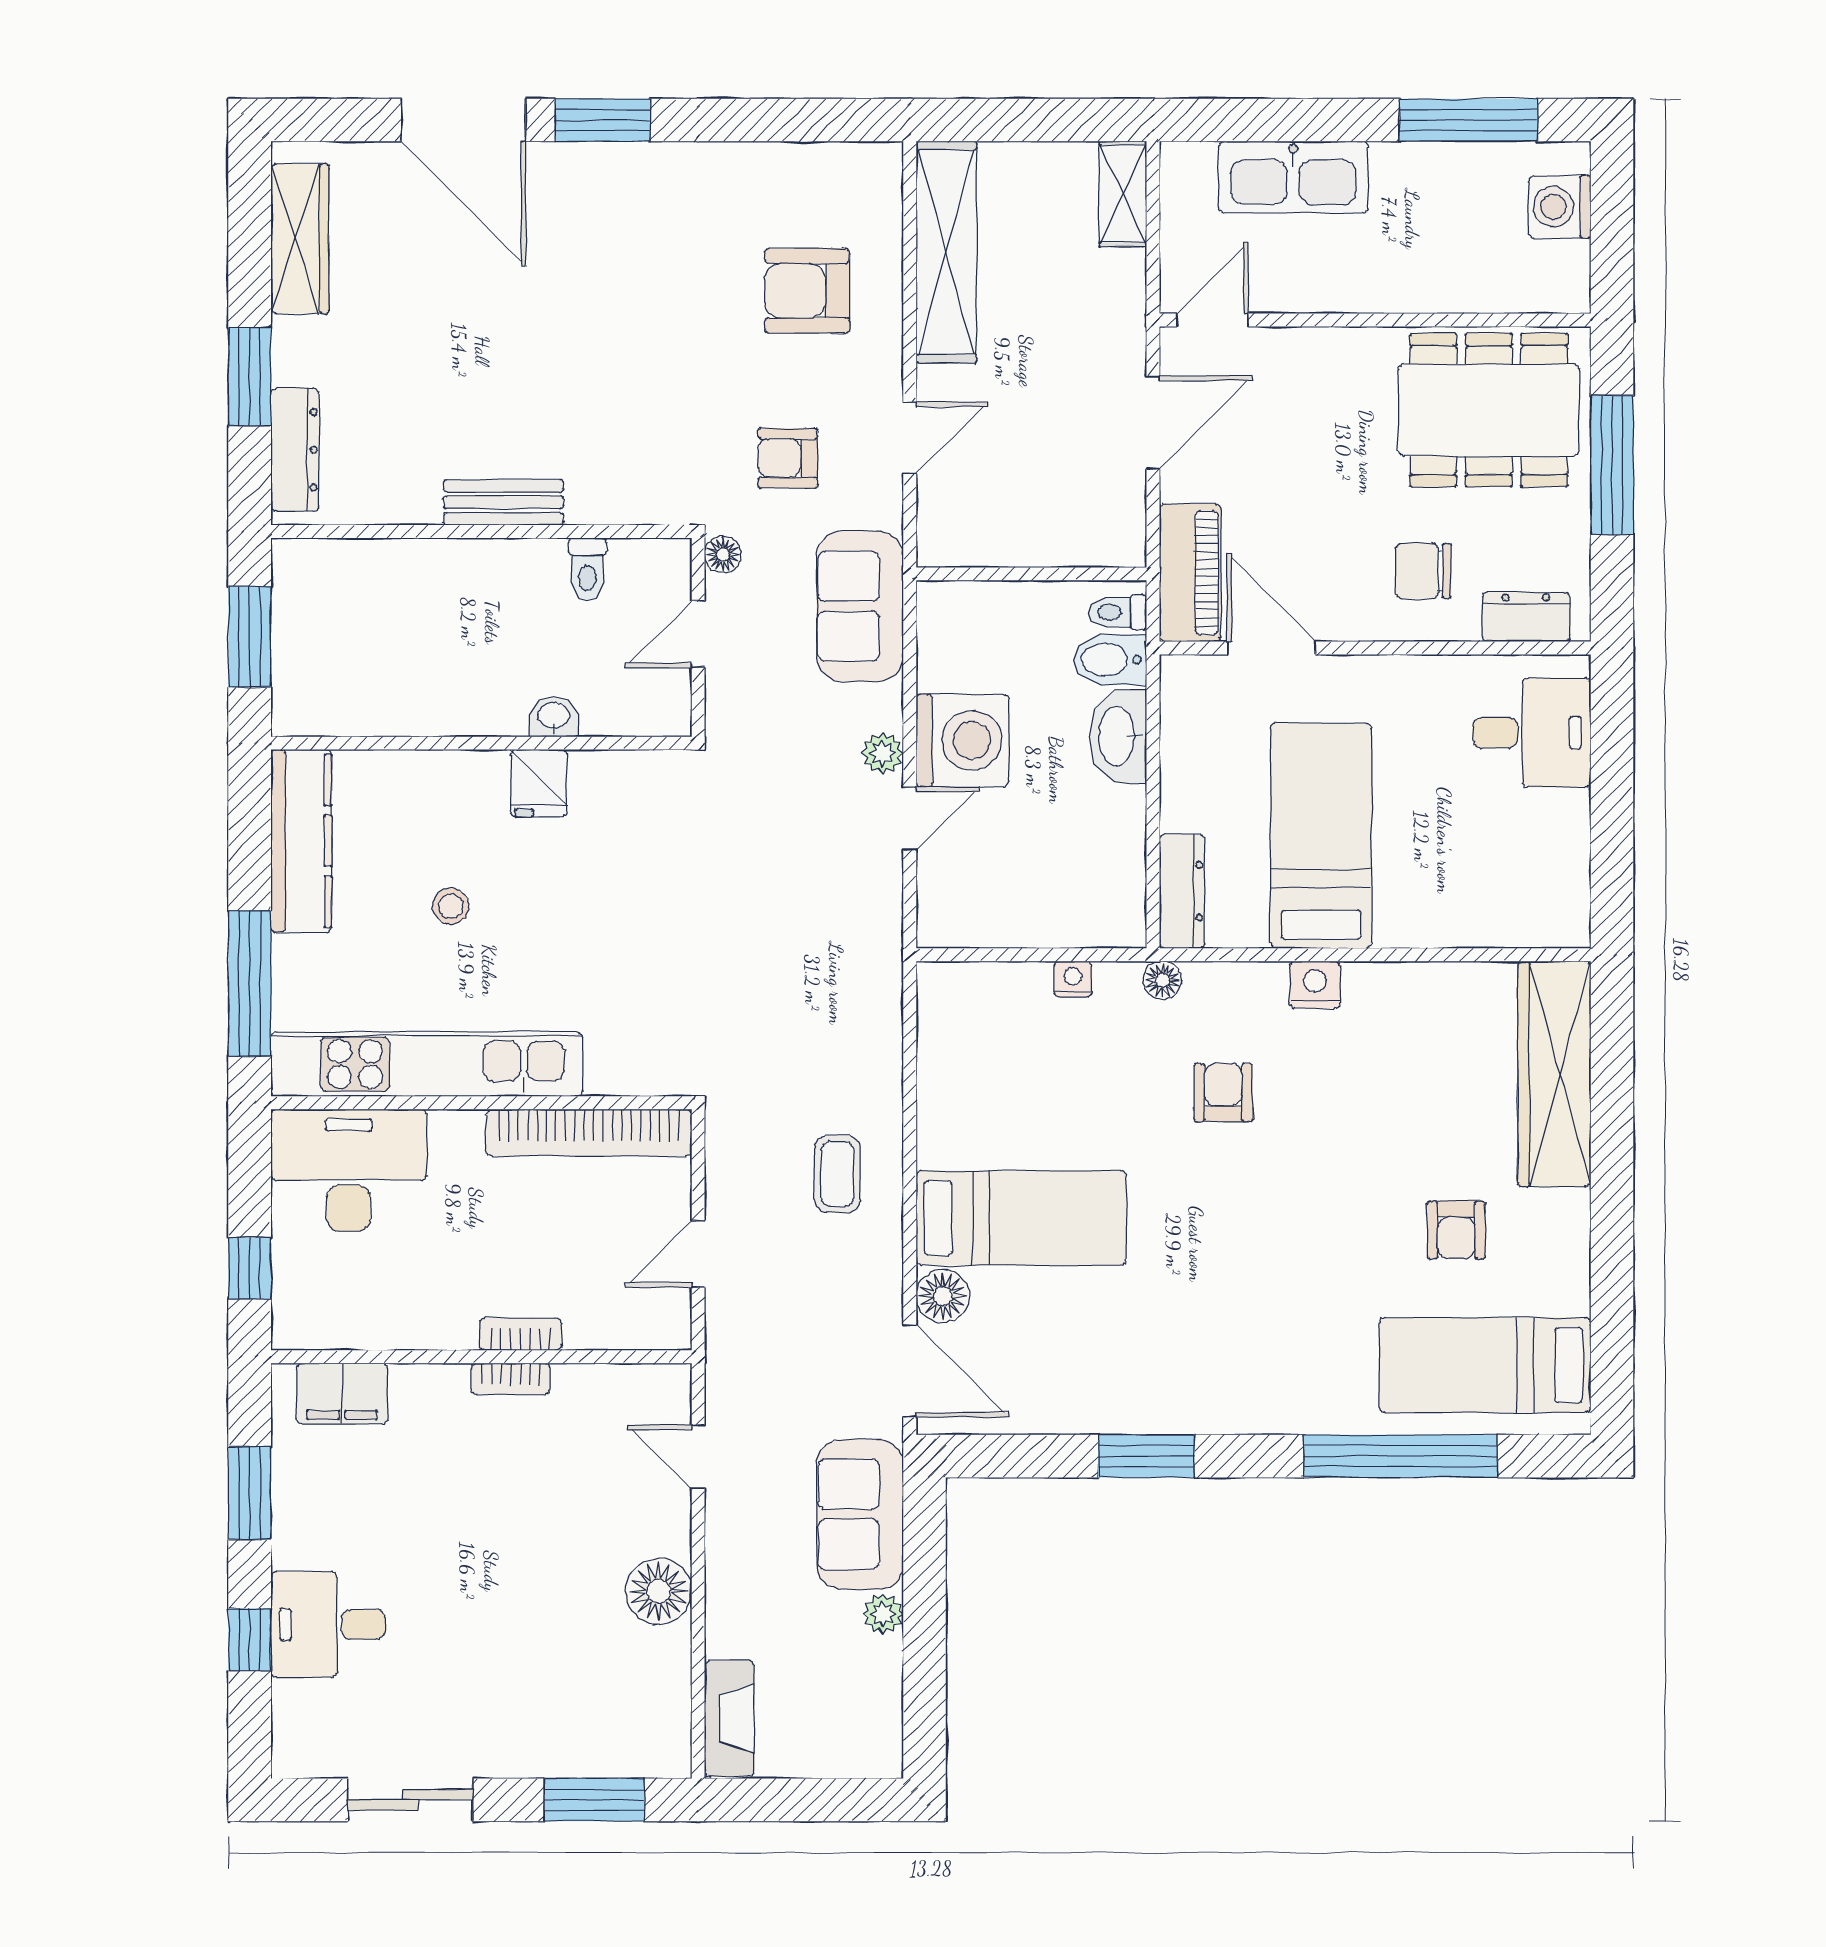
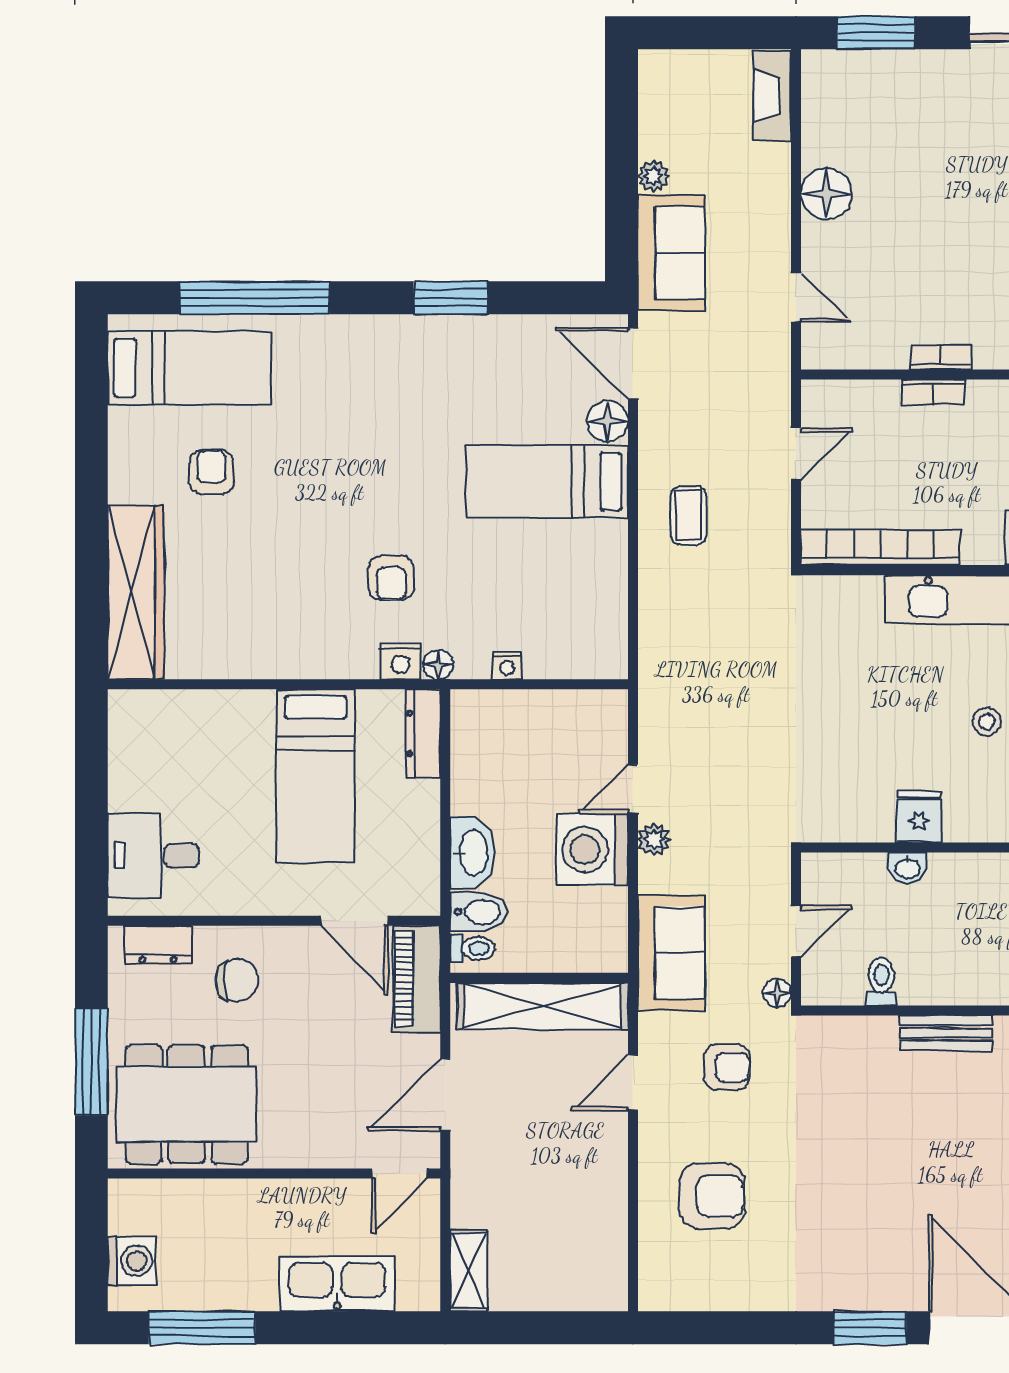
shelving: (946, 252) -> (543, 1006), moved, turned 90
nightstand: (1315, 985) -> (400, 661), moved

